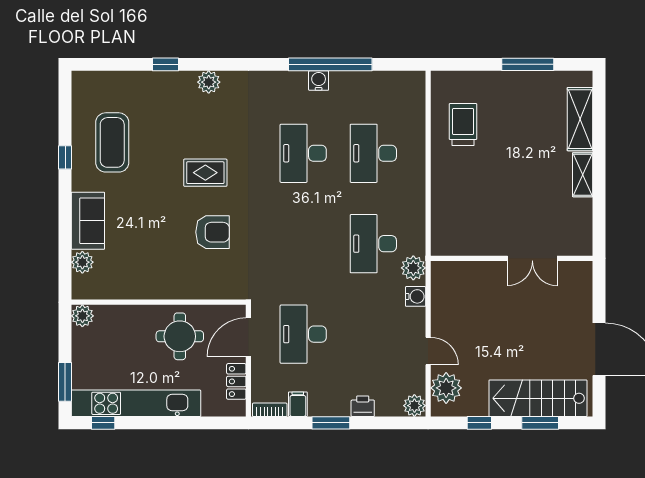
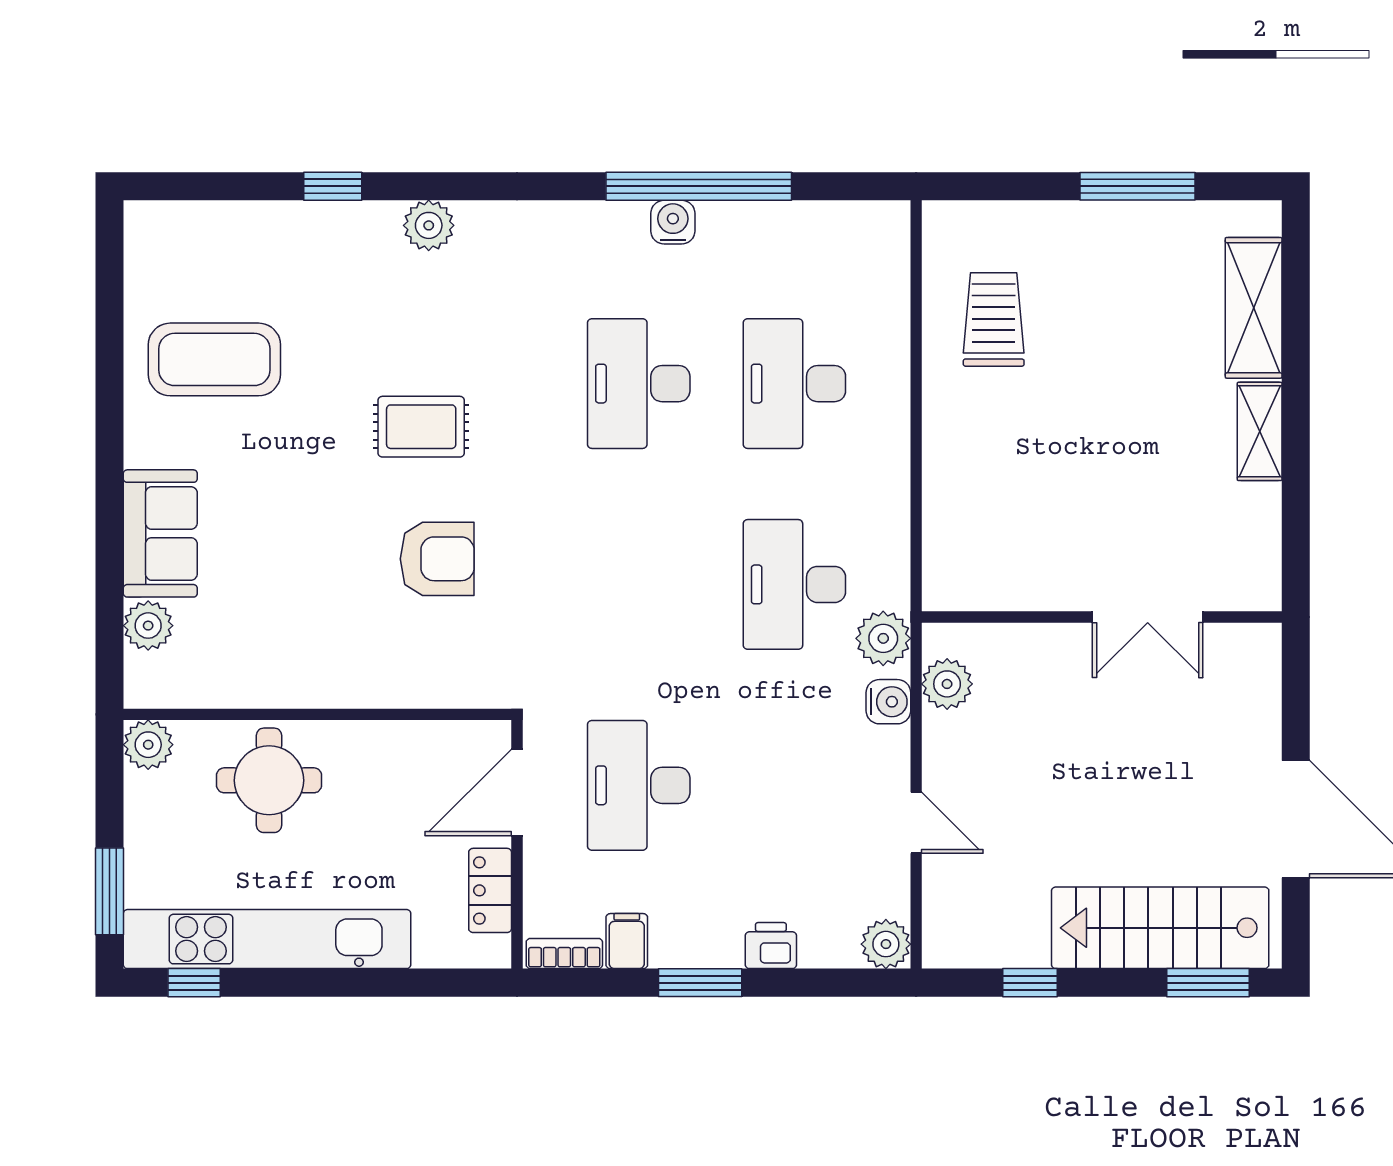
coffee table: (112, 142) -> (214, 359), turned 90
window: (65, 157) -> (110, 393), removed
round table: (180, 336) -> (269, 780), moved
plant: (446, 388) -> (947, 684), moved, width x0.73, depth x0.73
window: (540, 423) -> (1208, 983), moved

